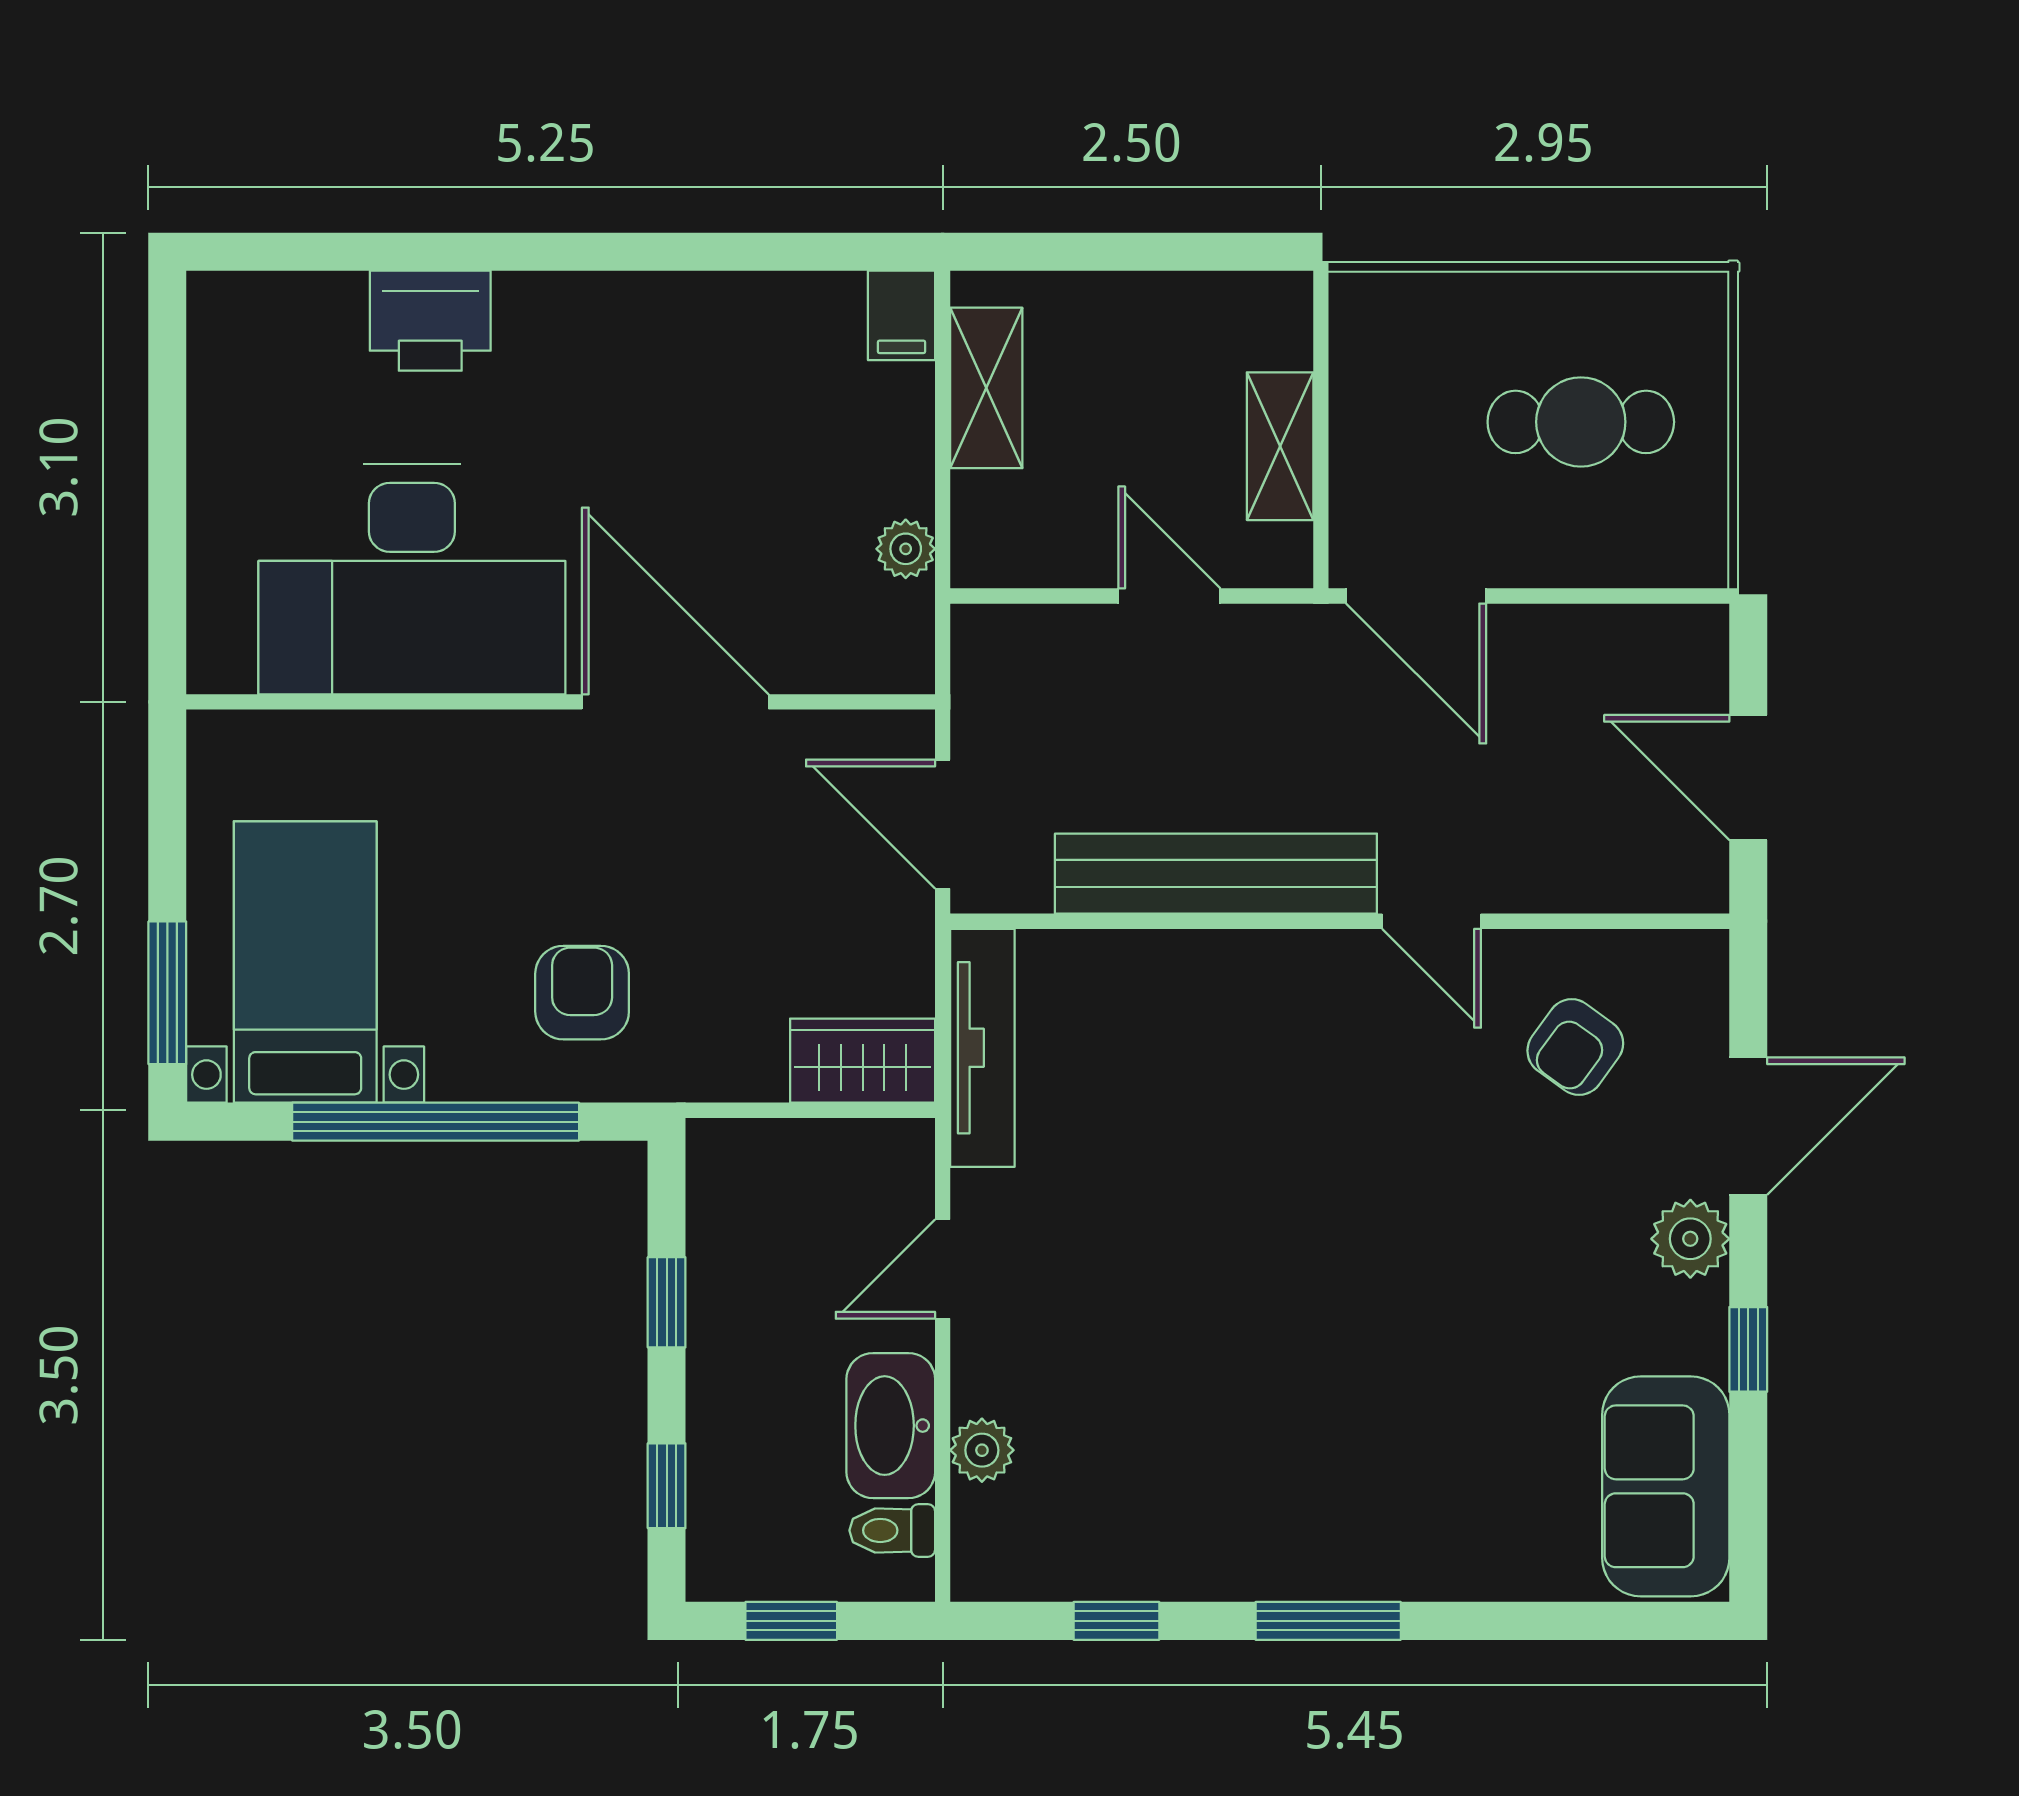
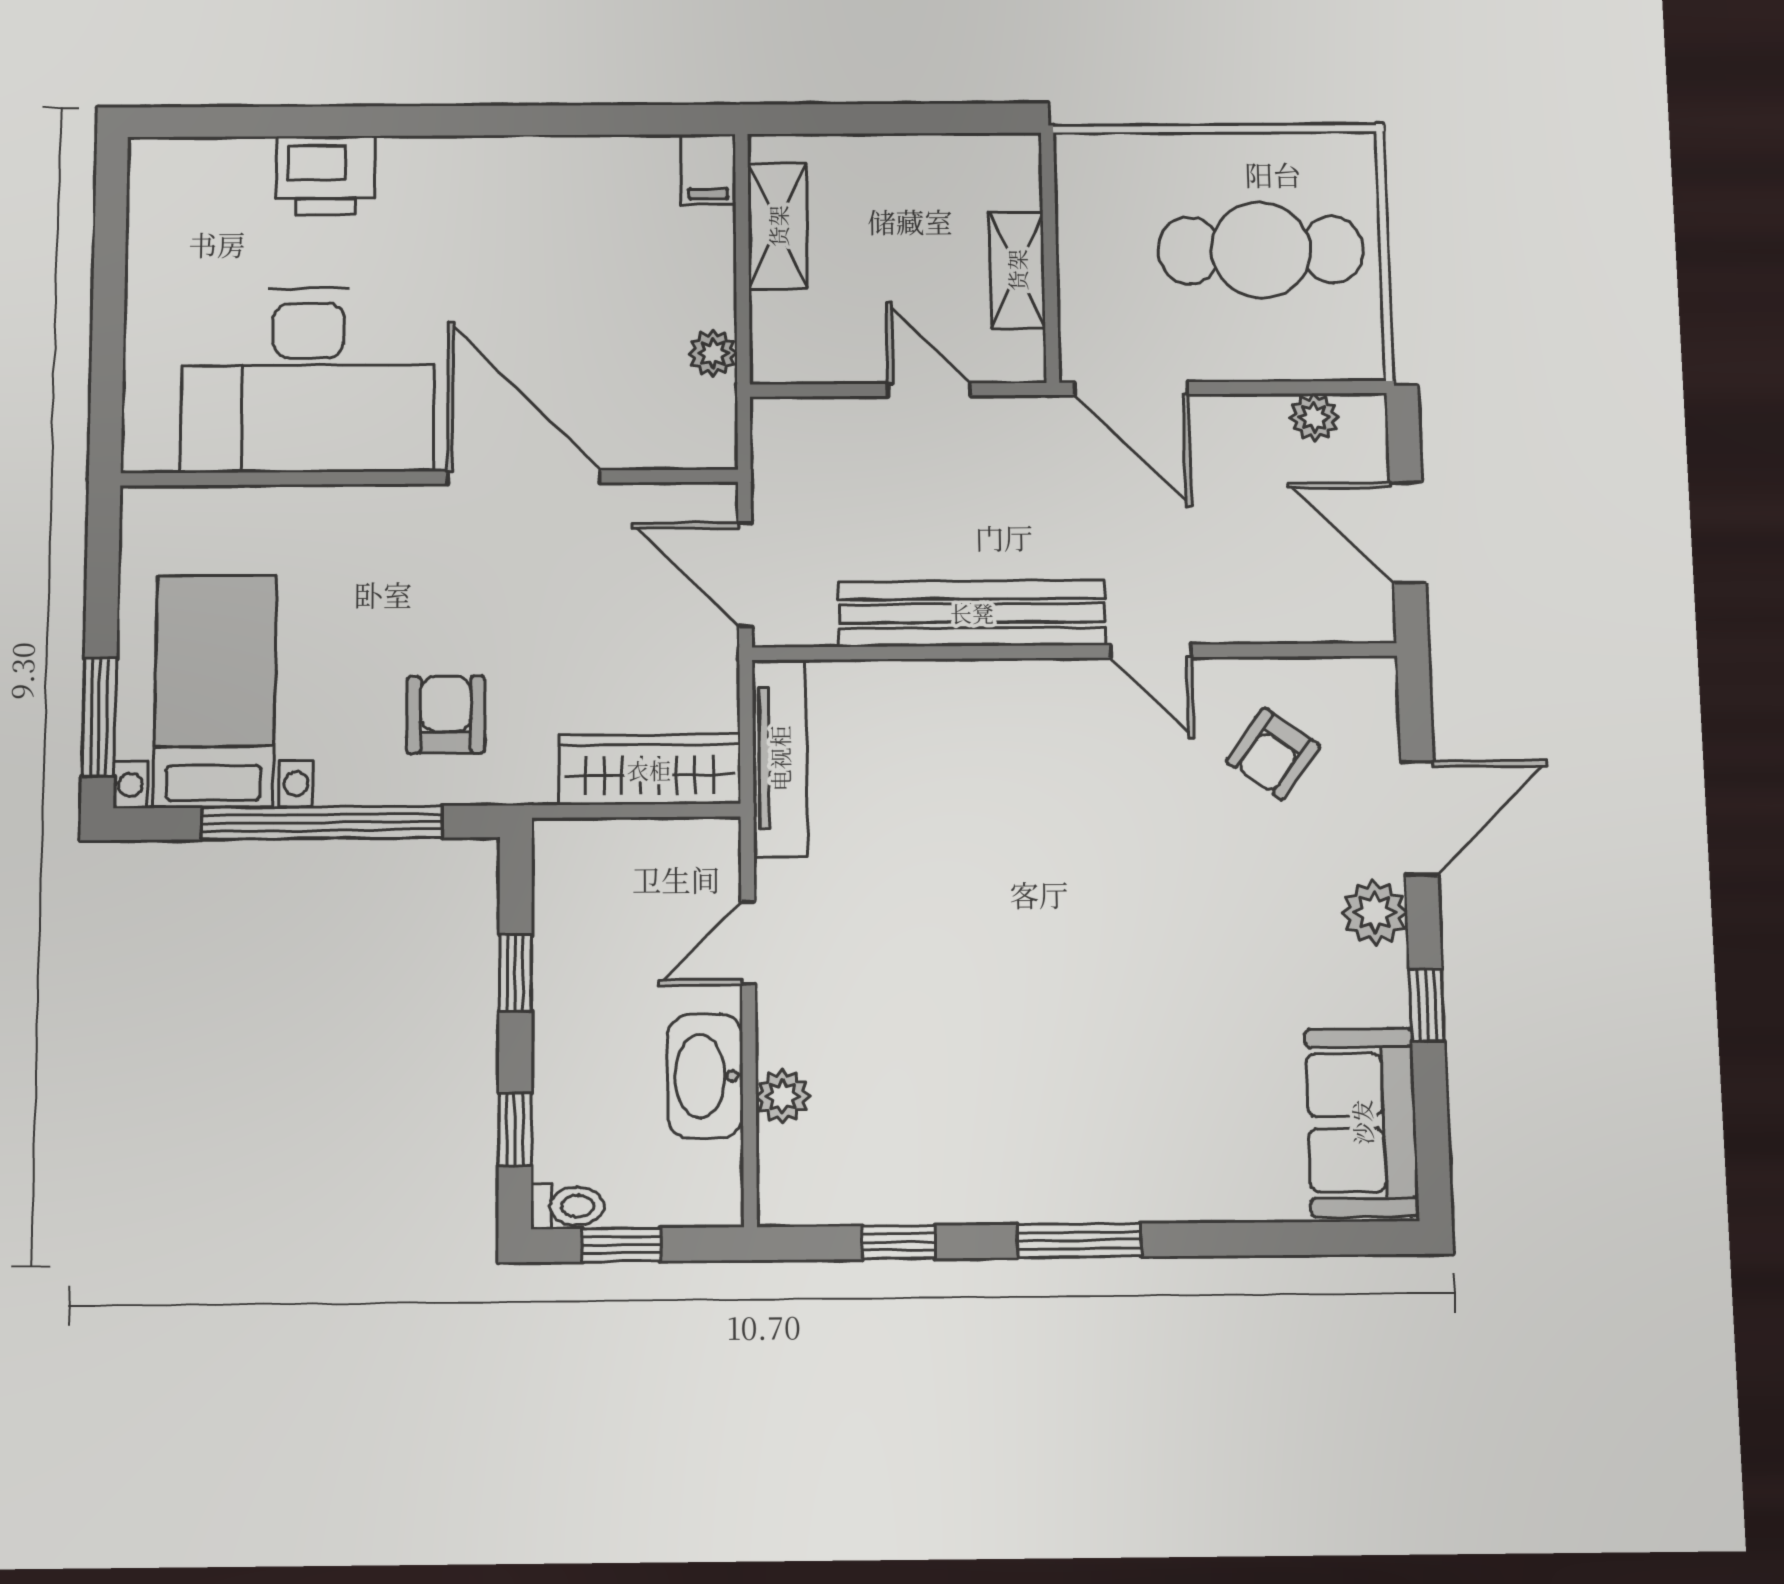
cafe table: (1581, 422) -> (1261, 250), width x1.37, depth x1.35
plant: (1640, 633) -> (1314, 417), added
wardrobe: (863, 1061) -> (649, 770), width x1.50
toilet: (892, 1530) -> (567, 1206), moved, turned 180

